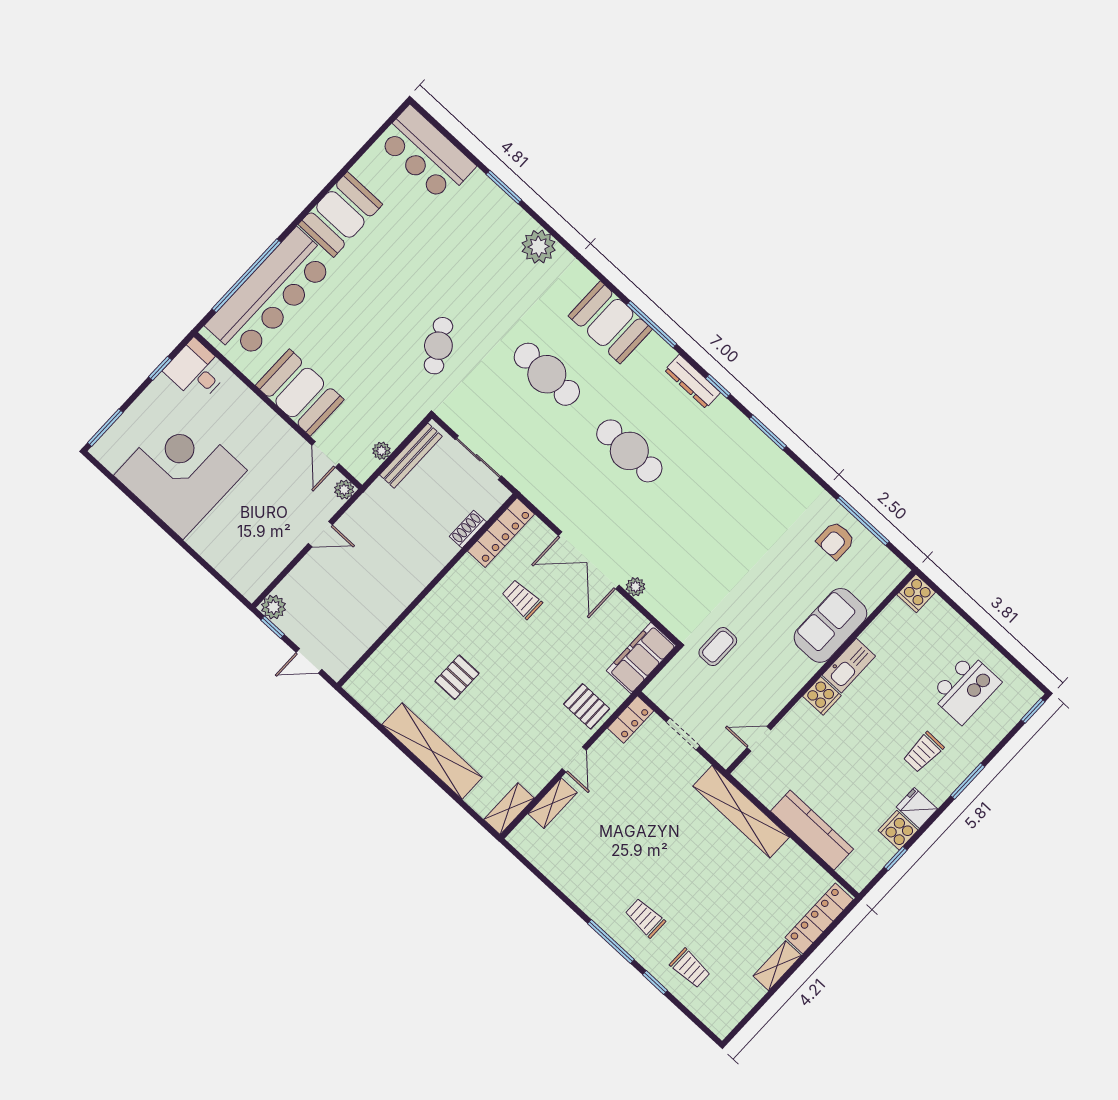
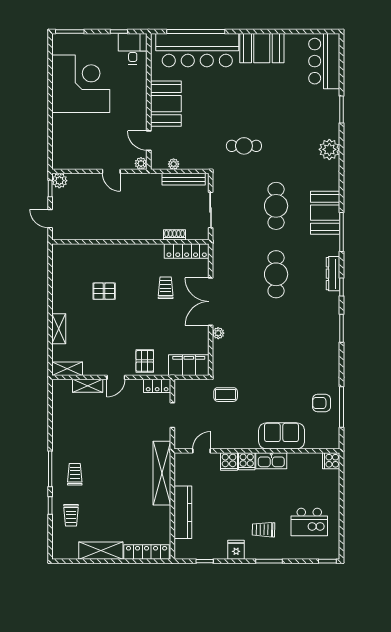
cafe table: (438, 346) -> (244, 146), turned 30
door: (325, 455) -> (149, 141), hinge flipped
door: (759, 739) -> (202, 451), hinge flipped
shelving: (432, 751) -> (59, 329), width x0.45, depth x0.75
cooker: (898, 830) -> (229, 461), moved, turned 180
shelving: (777, 966) -> (101, 551), width x1.50, depth x1.33

